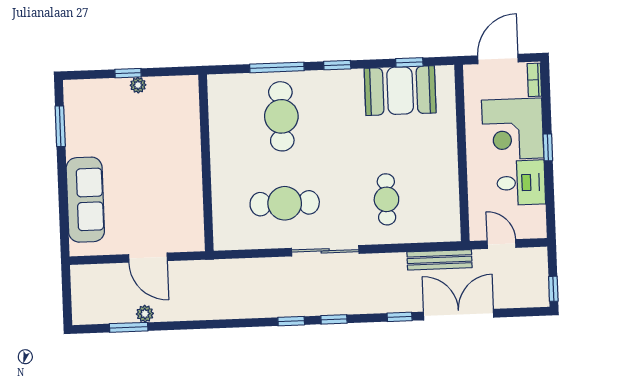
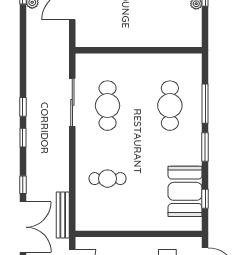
window: (337, 65) -> (205, 147), width x1.50
cafe table: (281, 116) -> (170, 106), turned 90
sliding door: (325, 251) -> (72, 102), moved

